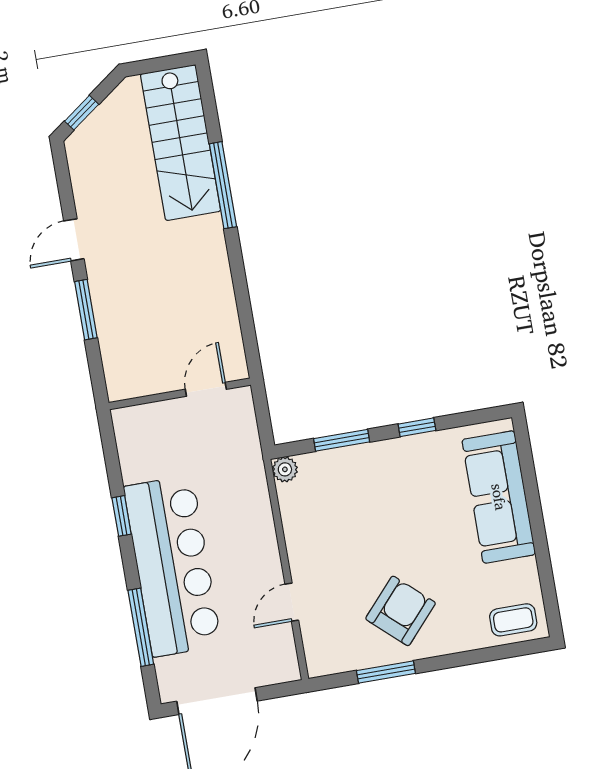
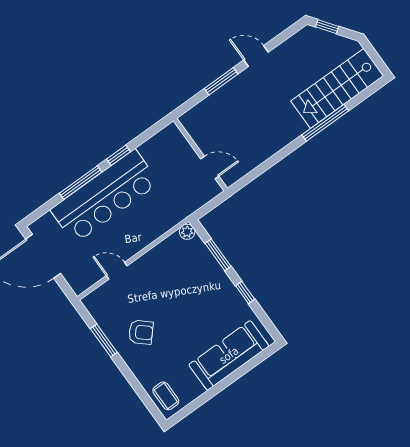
armchair: (401, 611) -> (141, 332), width x0.72, depth x0.72
window: (141, 627) -> (81, 183), moved

